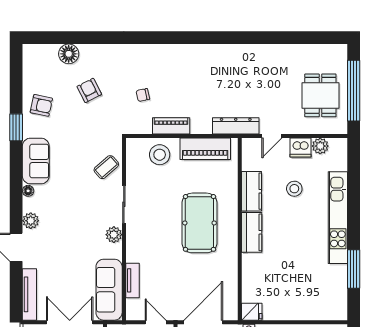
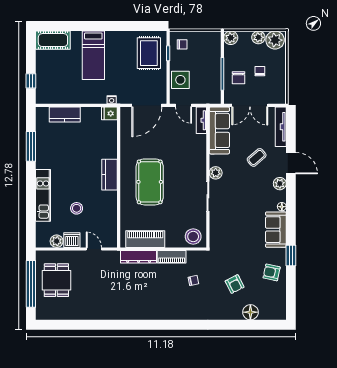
dresser: (236, 126) -> (139, 257), moved
door: (272, 136) -> (94, 249), hinge flipped
stool: (160, 155) -> (193, 236), moved
coffee table: (106, 167) -> (257, 157), moved
kitchen counter: (252, 191) -> (65, 115), moved, turned -90
kitchen unit: (338, 218) -> (43, 195), width x0.73
tv unit: (132, 280) -> (201, 120), moved

